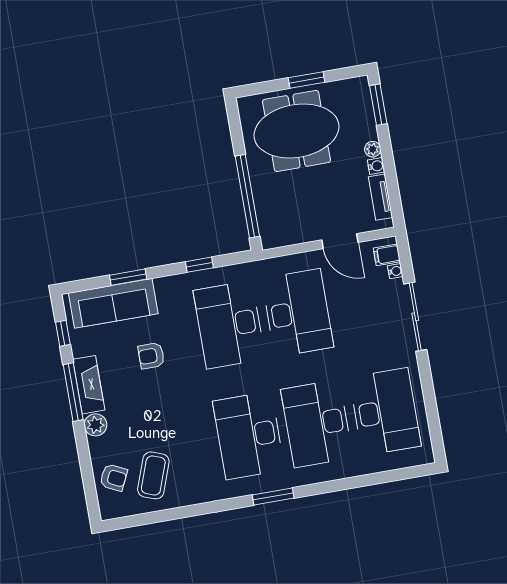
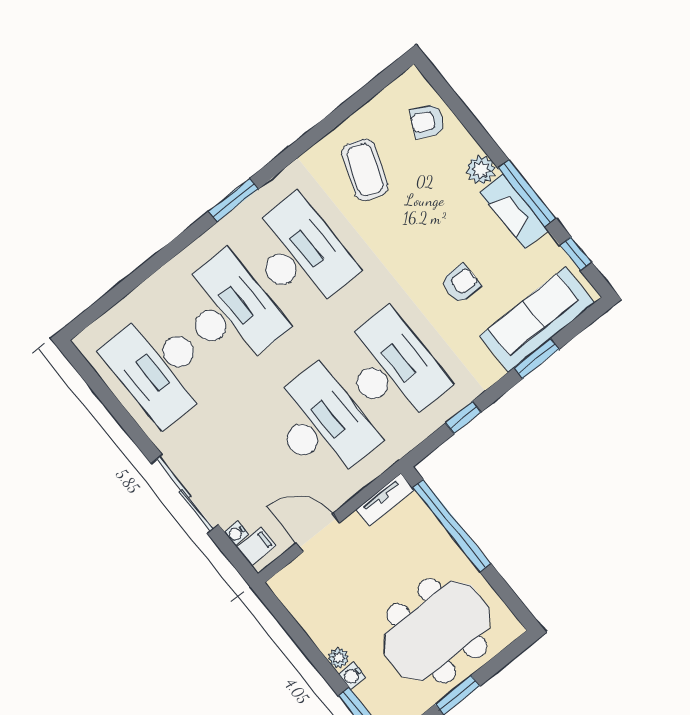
water cooler: (376, 166) -> (352, 676), moved
tv unit: (380, 197) -> (385, 500), moved, turned 90
desk: (298, 313) -> (321, 425), turned 180
coffee table: (153, 475) -> (365, 170), moved

